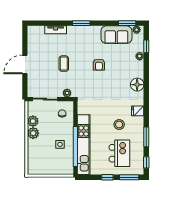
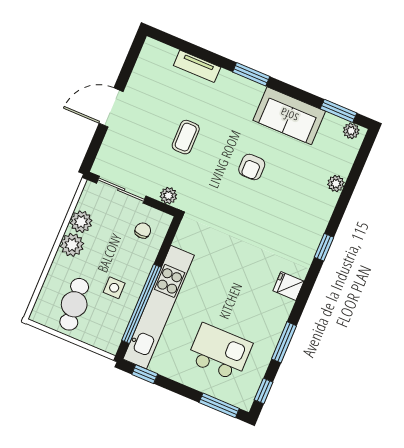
sofa: (116, 35) -> (289, 116), moved
window: (146, 46) -> (324, 247), moved
floor lamp: (137, 85) -> (308, 236), removed
stool: (119, 125) -> (242, 297), removed
kitchen island: (119, 153) -> (220, 352), turned -90
cafe table: (45, 159) -> (74, 304), added
window: (107, 177) -> (145, 374), moved

